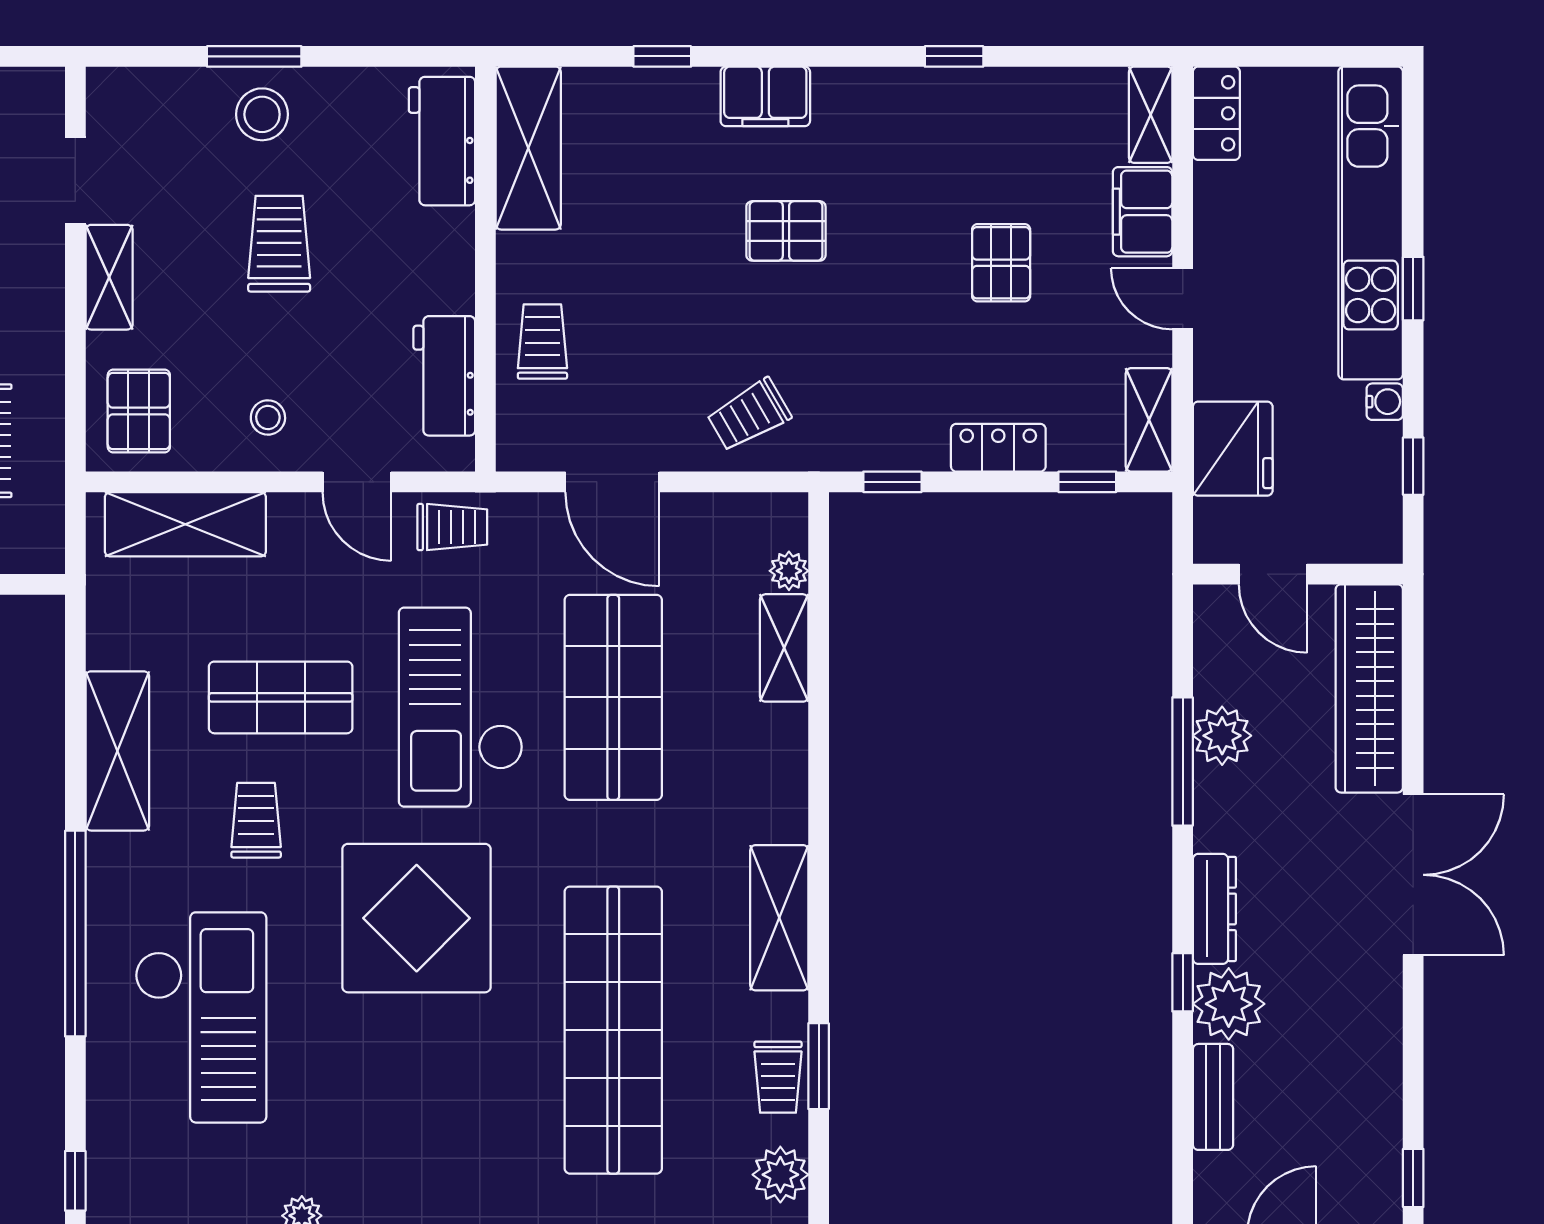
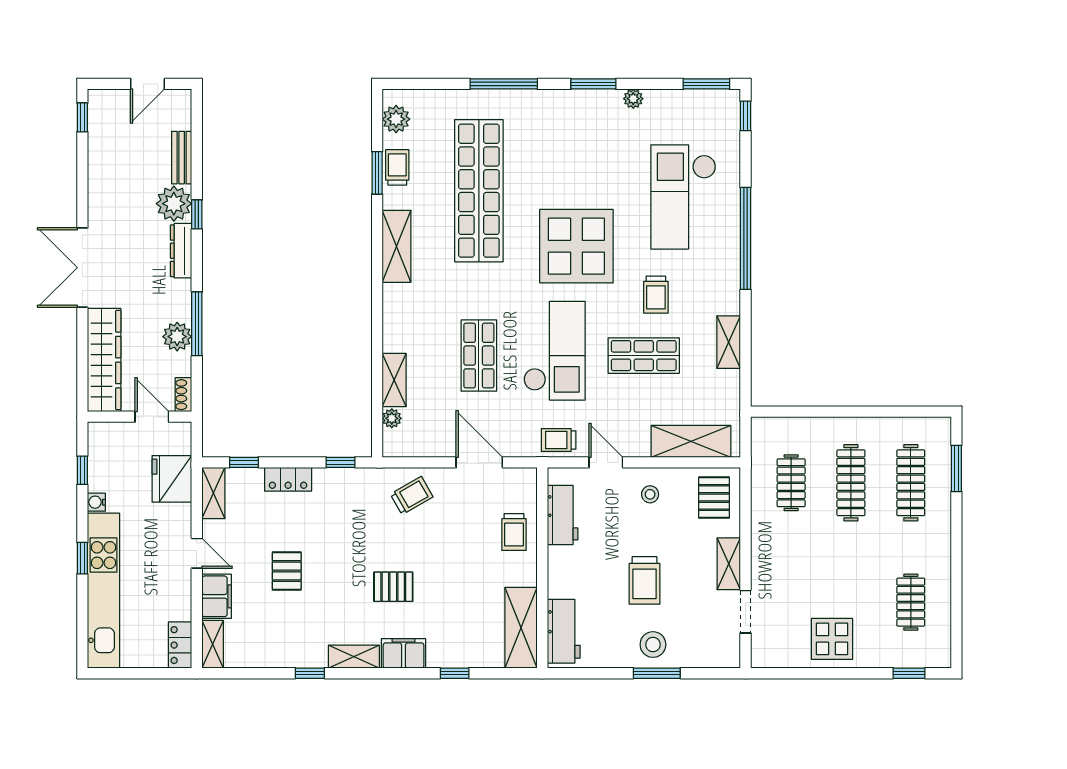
shelving: (866, 90) -> (354, 657), added
shoe rack: (1209, 619) -> (183, 395), added
shop shelf: (613, 697) -> (479, 356), width x0.70, depth x0.74
shelving: (117, 751) -> (729, 342), width x0.67, depth x0.75

